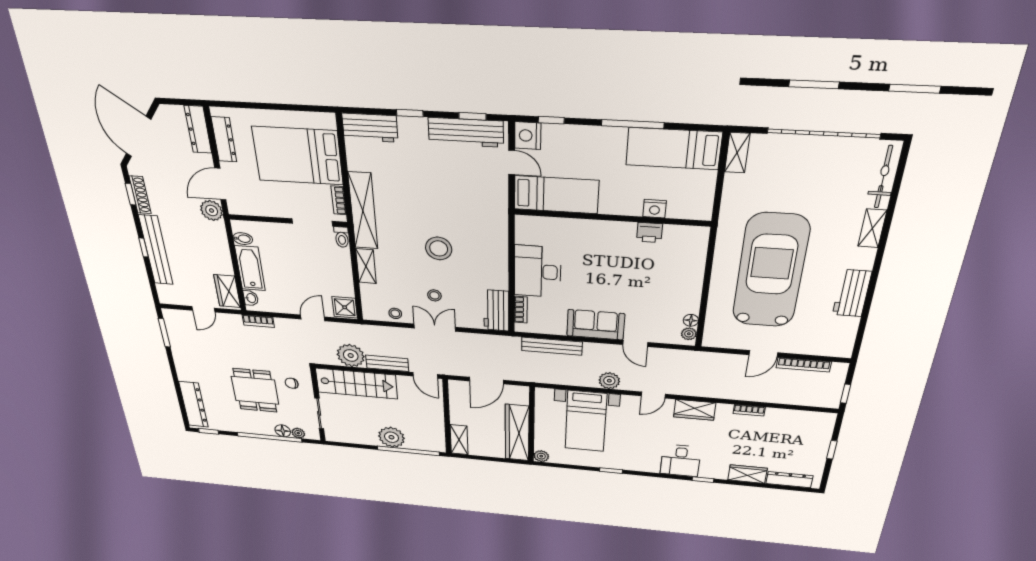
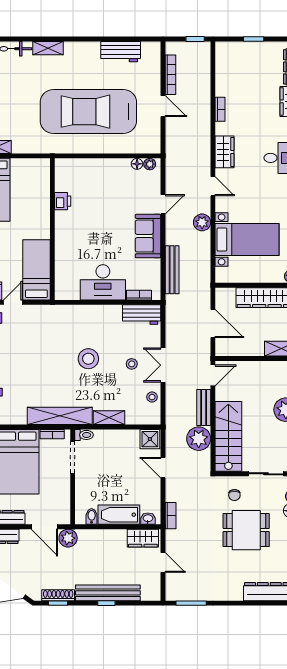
nightstand: (655, 209) -> (43, 199), removed
workbench: (852, 293) -> (121, 52), moved

